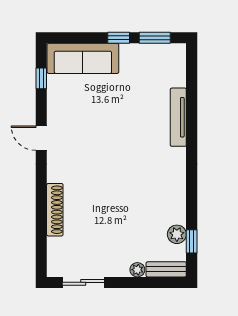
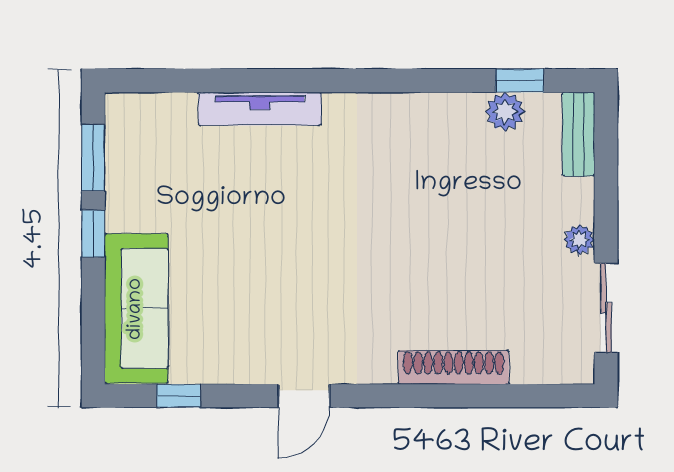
plant: (137, 270) -> (579, 240), moved

